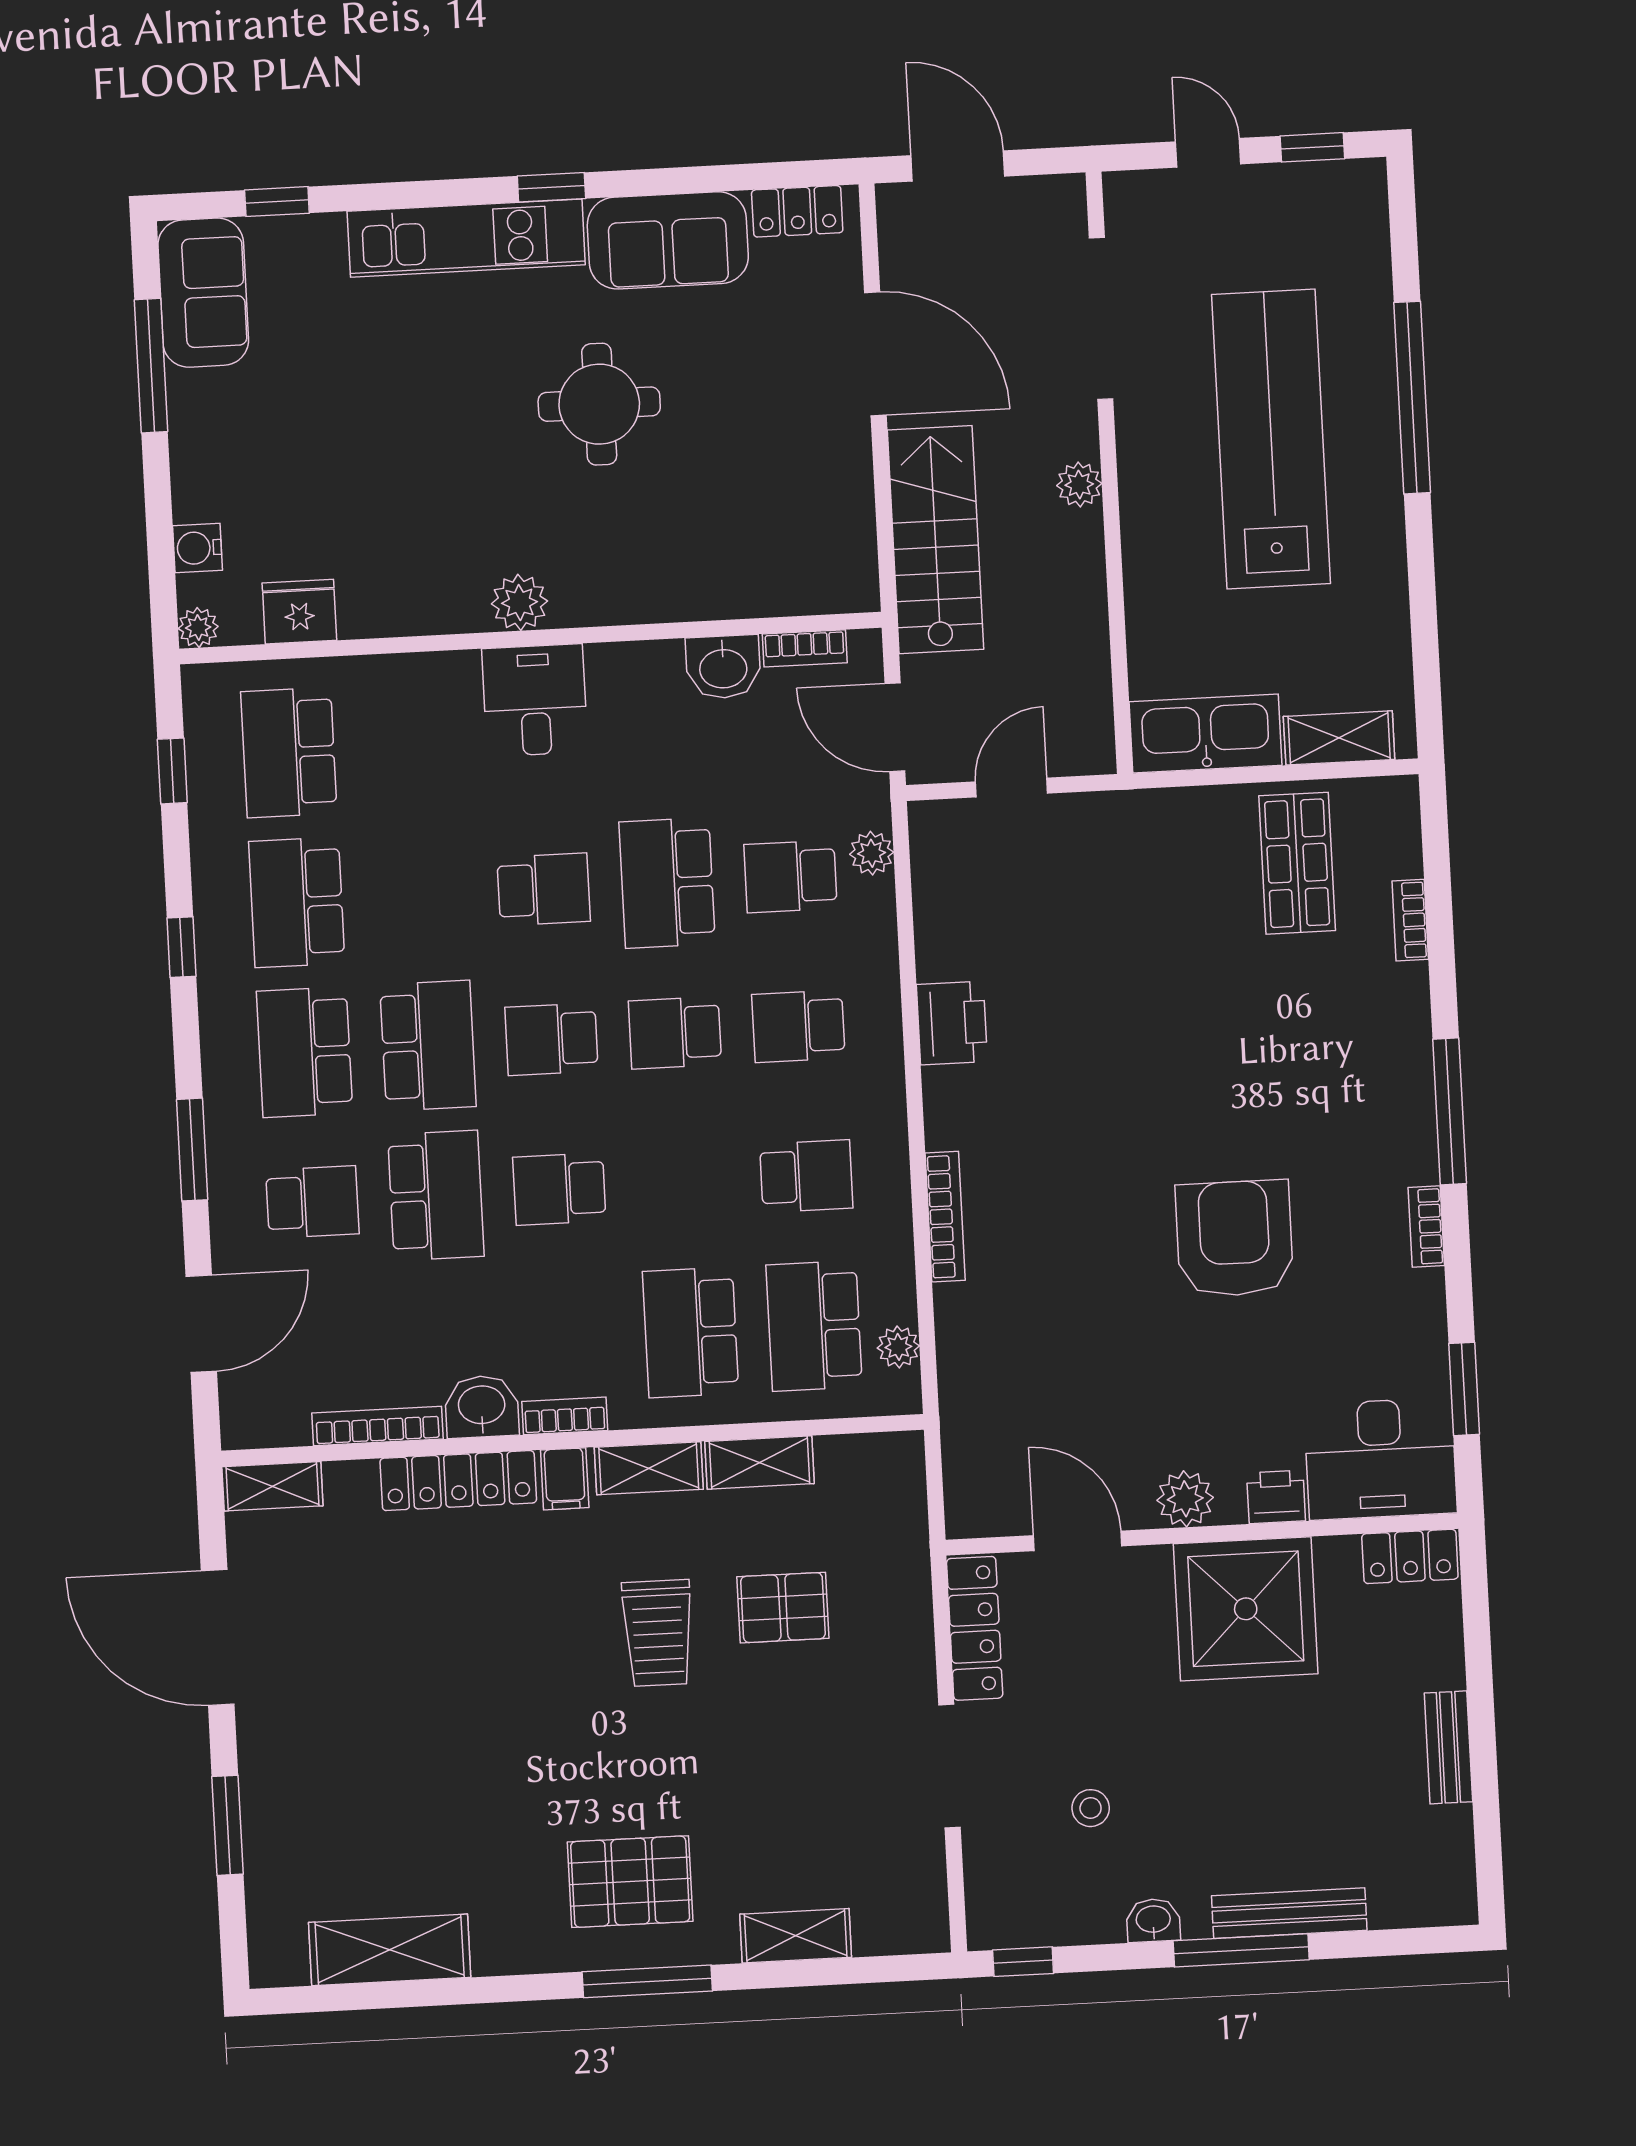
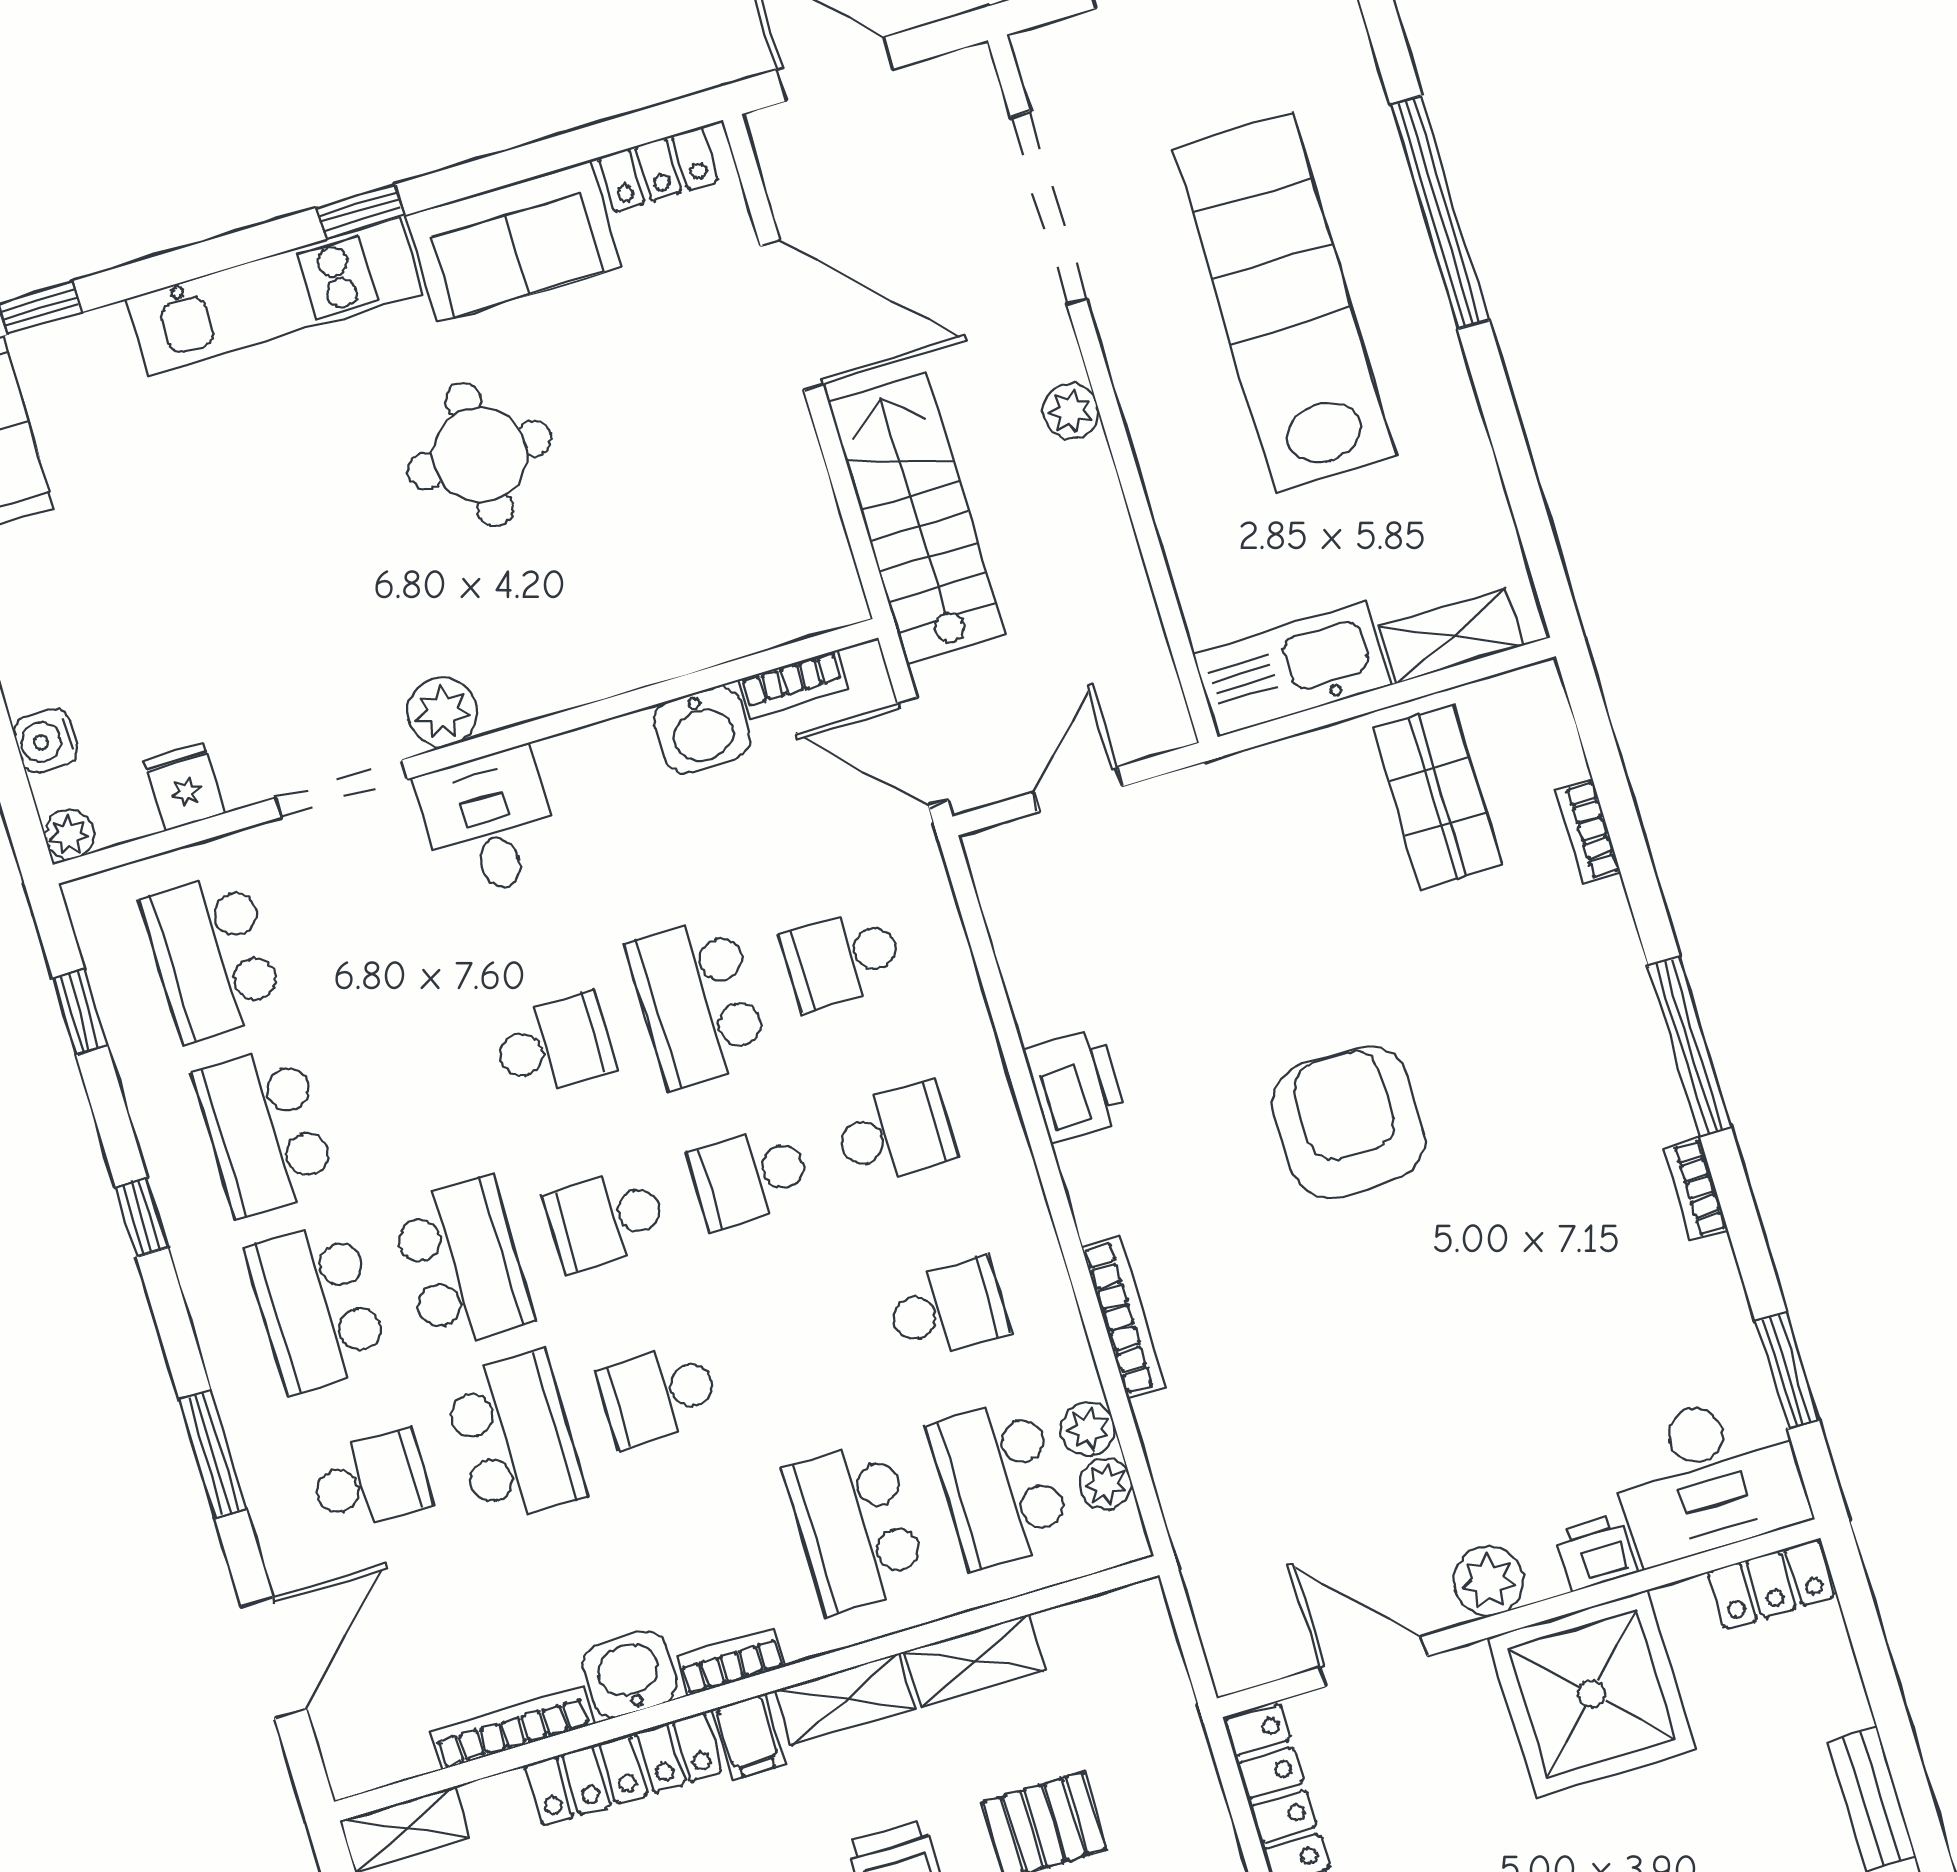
fridge: (299, 612) -> (185, 786), width x0.72
doorway: (424, 644) -> (341, 789), added
plant: (872, 853) -> (1088, 1429), moved
school desk: (798, 1026) -> (895, 1133), turned 180
armchair: (1234, 1239) -> (1349, 1122), moved

